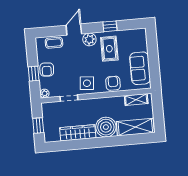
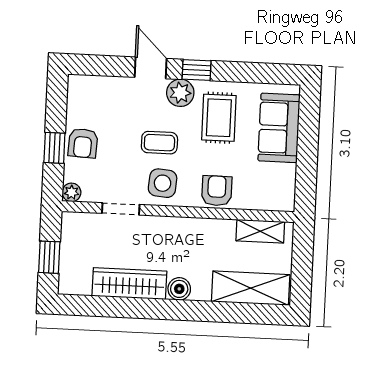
window: (110, 26) -> (197, 70), moved
door: (74, 30) -> (151, 68), hinge flipped
coffee table: (54, 43) -> (159, 143), moved
sofa: (140, 68) -> (279, 128), moved
boiler: (106, 127) -> (179, 289), width x0.54, depth x0.54

